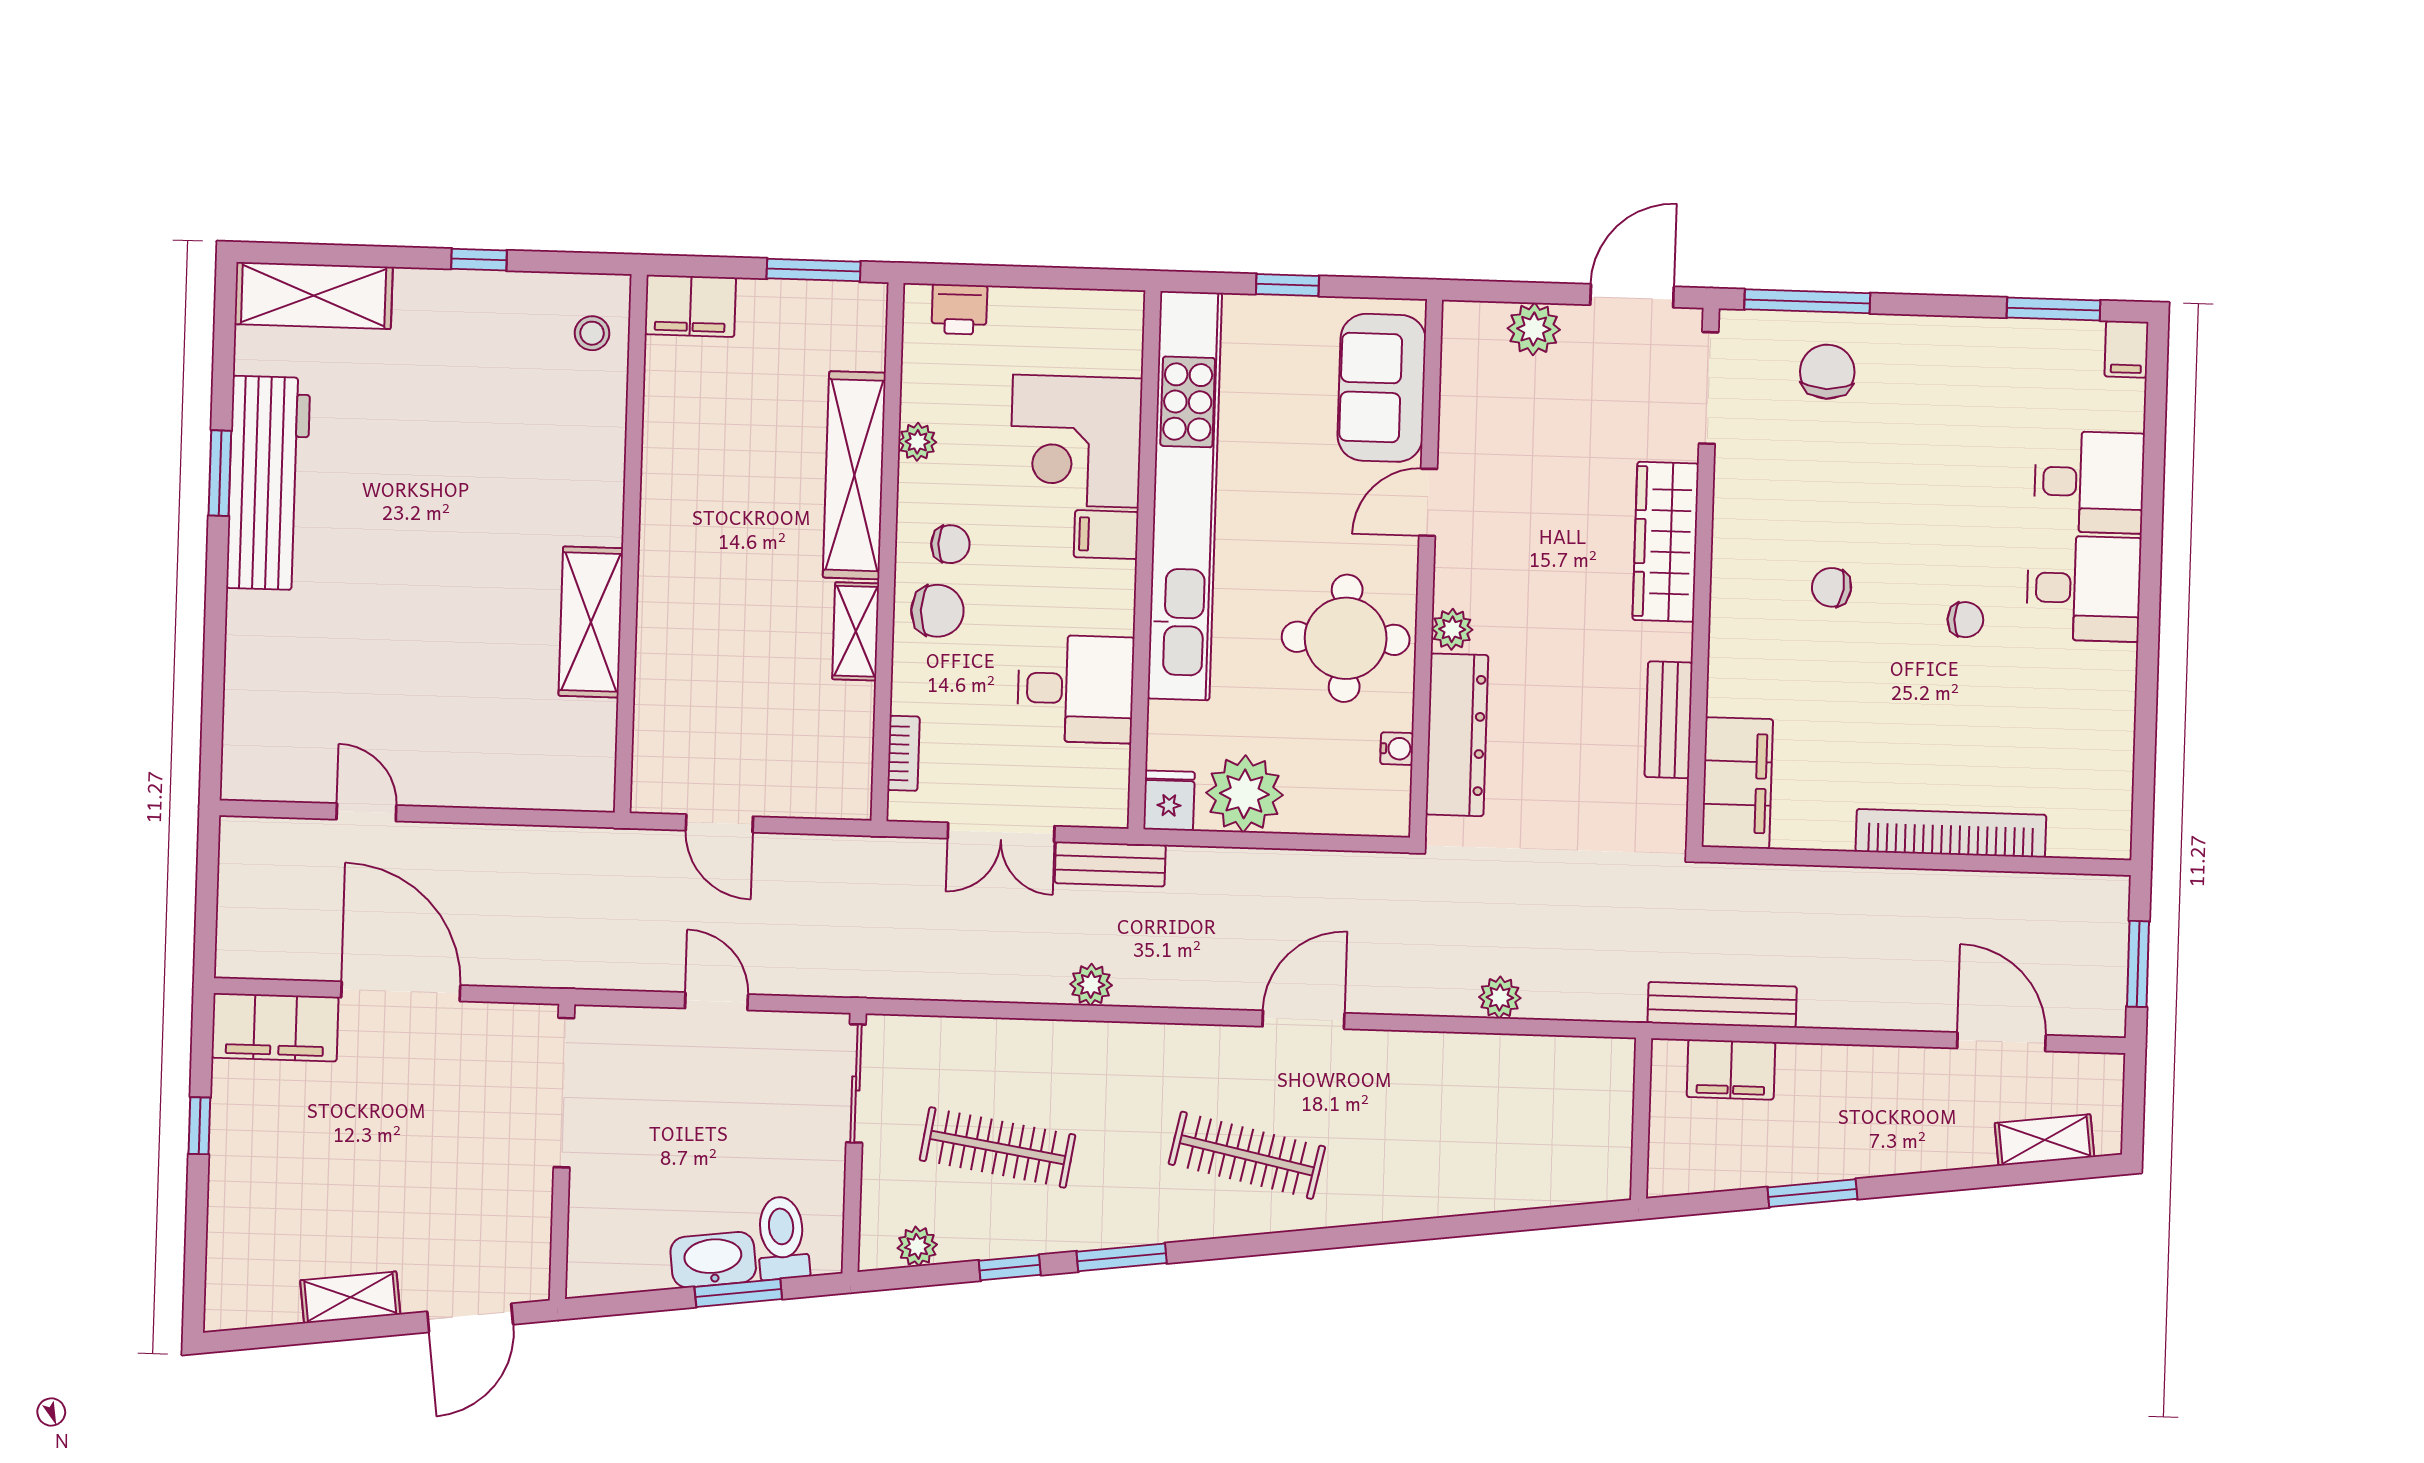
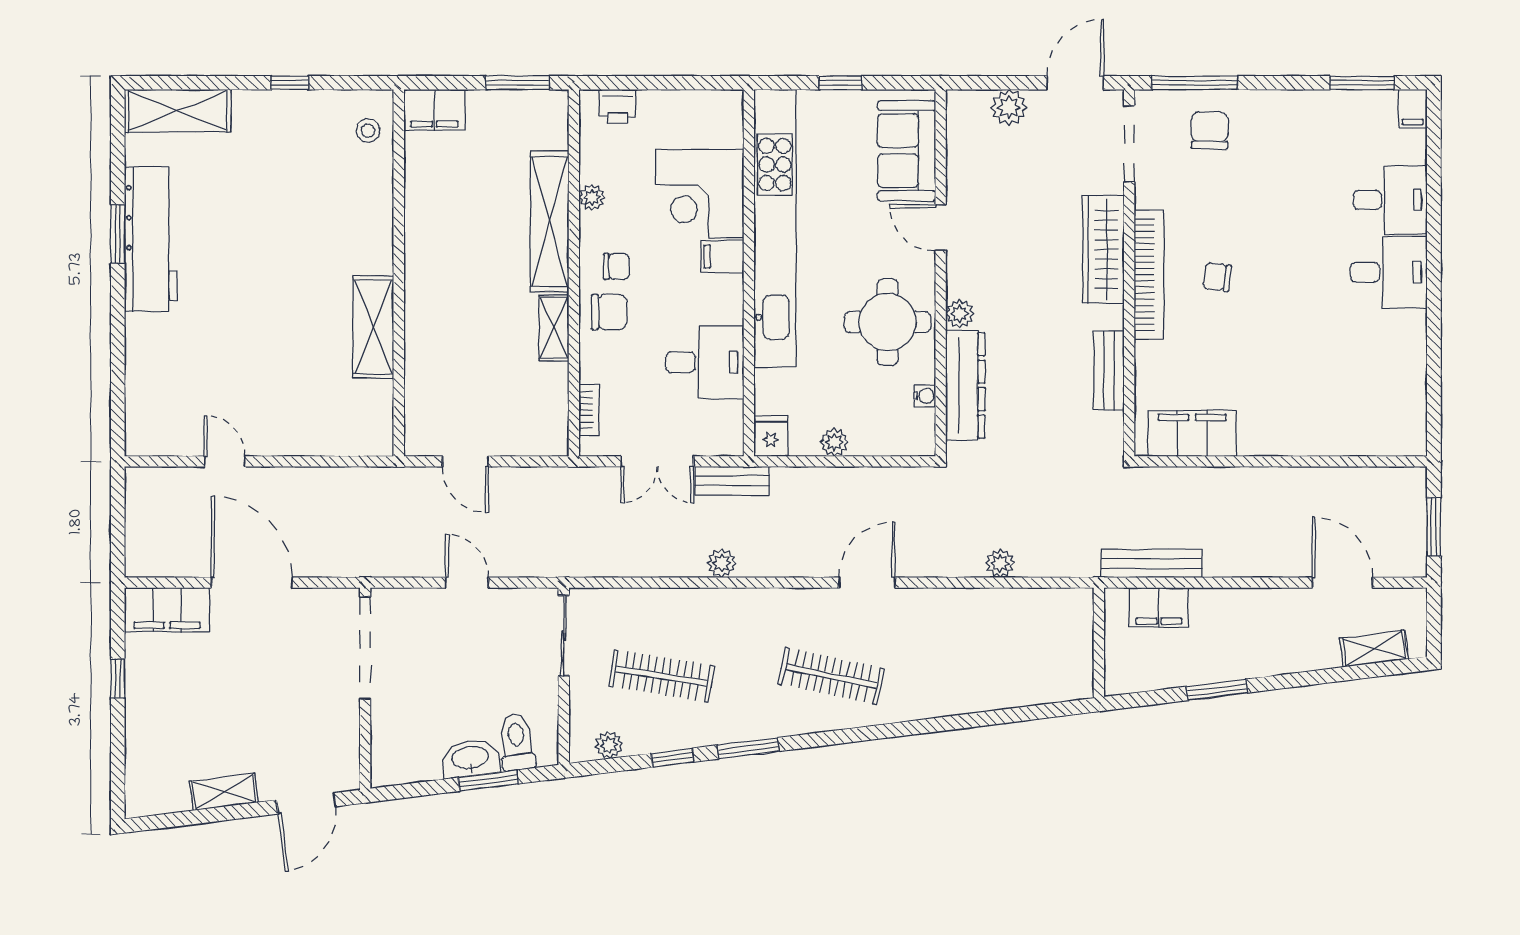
door: (1428, 502) -> (941, 228), hinge flipped
chair: (1965, 620) -> (1309, 296), removed
filing cabinet: (1737, 783) -> (1192, 433), moved, turned -90
plant: (1244, 794) -> (834, 442), width x0.53, depth x0.53
bookcase: (1951, 833) -> (1149, 275), moved, turned 90

